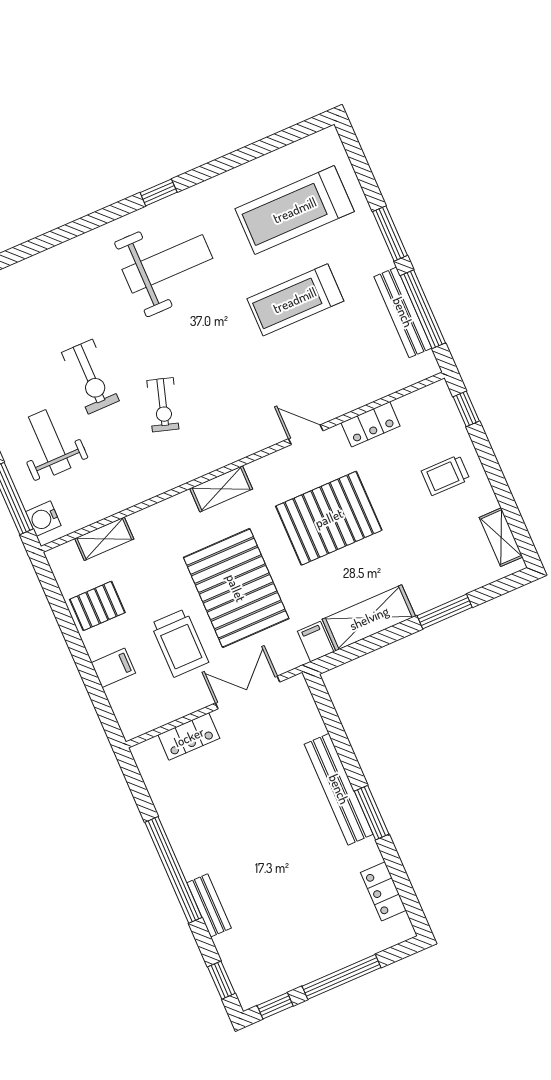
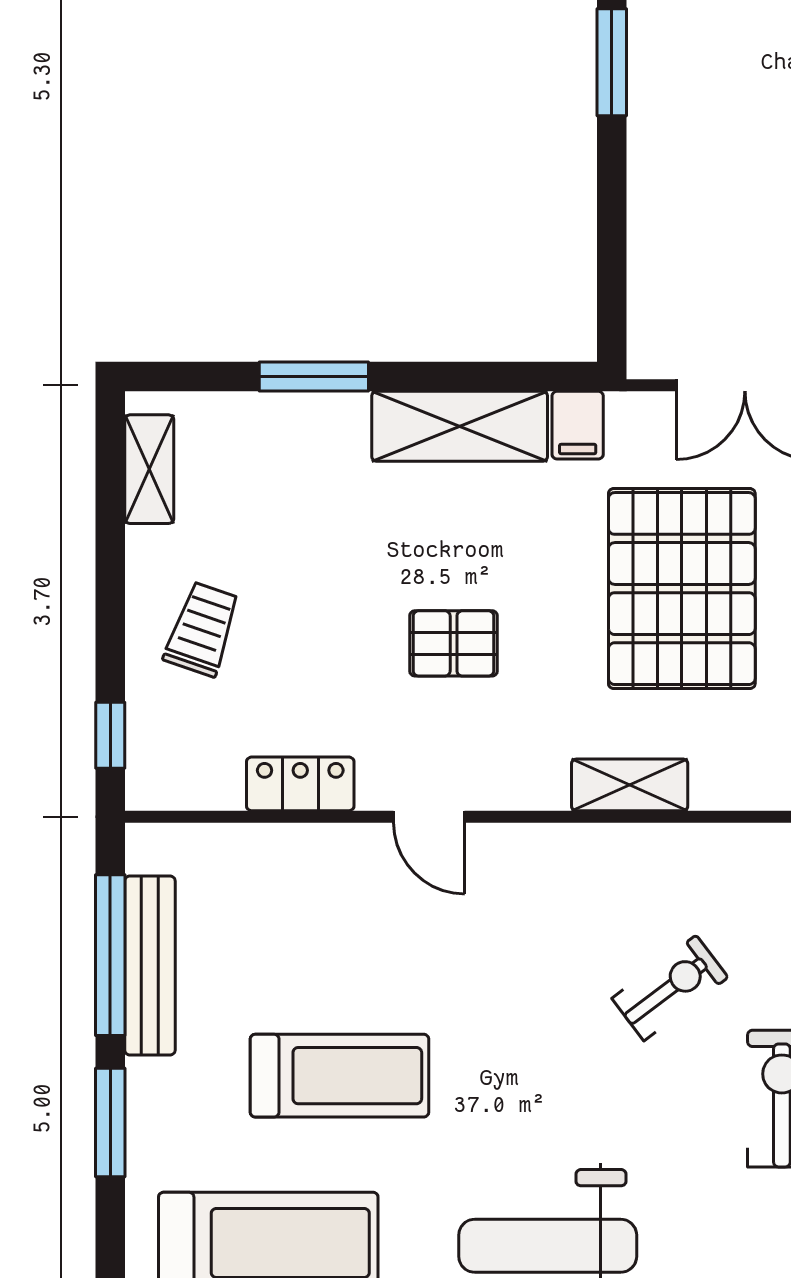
exercise bike: (163, 405) -> (670, 988), turned 36
trolley: (446, 475) -> (202, 629), turned -71
pallet: (329, 518) -> (454, 643), width x0.49, depth x0.50
bench: (339, 789) -> (654, 132), removed

